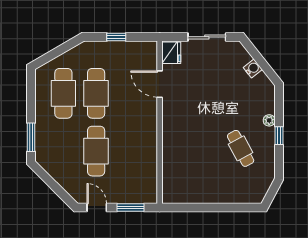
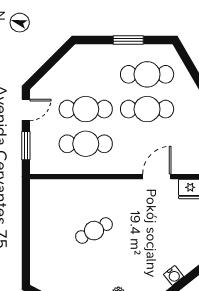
window: (31, 137) -> (128, 40), moved
cafe table: (241, 148) -> (94, 231), moved
cafe table: (129, 151) -> (86, 144), added

